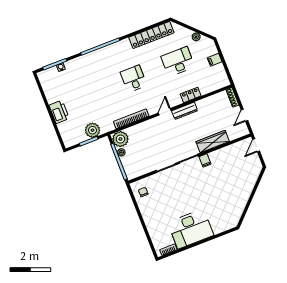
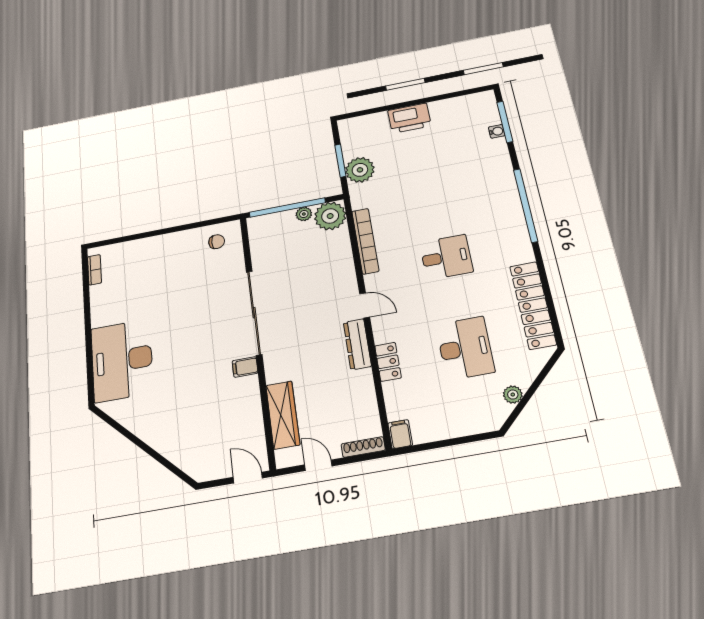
filing cabinet: (215, 60) -> (400, 434), moved
wardrobe: (213, 142) -> (283, 415), moved
desk: (191, 229) -> (122, 360), moved

